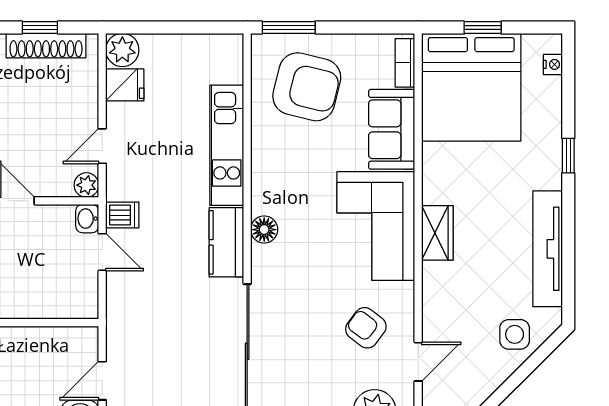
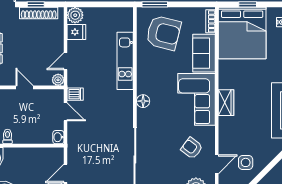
washbasin: (87, 219) -> (58, 137), moved
kitchen counter: (226, 242) -> (125, 107), removed
side table: (515, 334) -> (246, 162), moved

